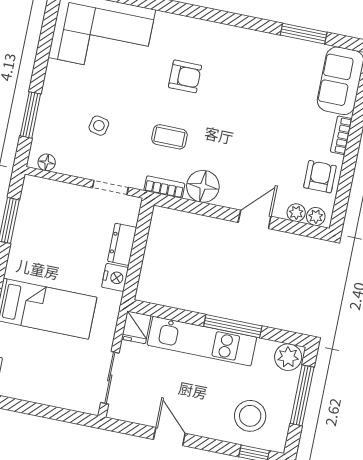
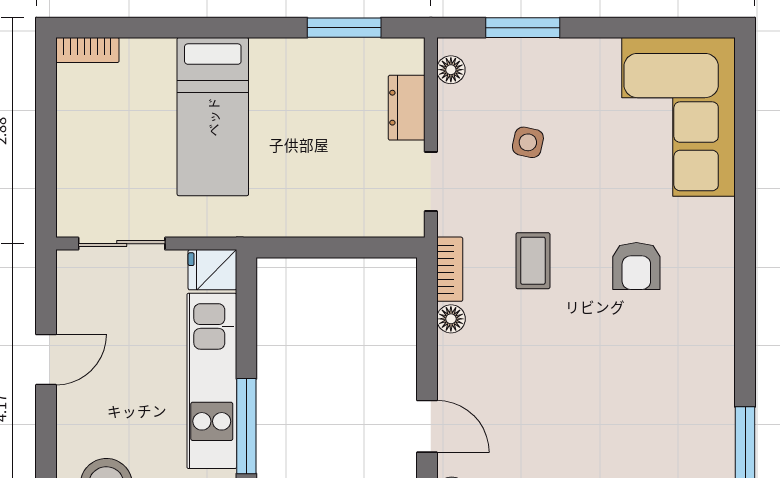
floor lamp: (203, 186) -> (451, 319), width x0.53, depth x0.53
dresser: (122, 244) -> (407, 108), moved, turned -90
nightstand: (115, 277) -> (286, 219), removed

